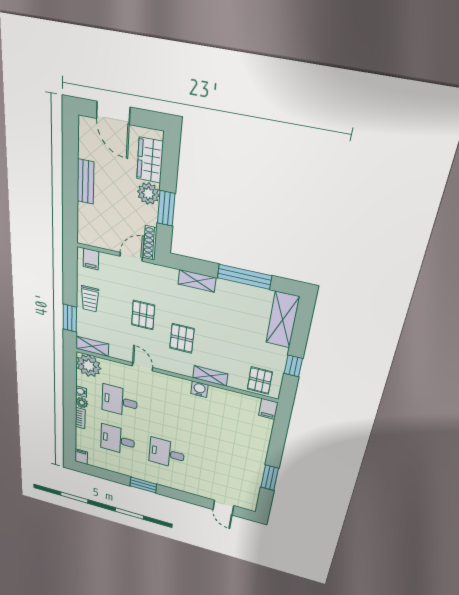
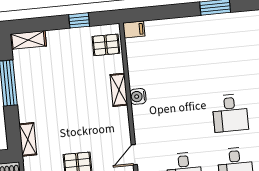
shelving: (197, 281) -> (28, 139), moved
shelving: (283, 320) -> (28, 40), width x0.67, depth x0.75
pallet: (182, 338) -> (88, 123), removed

